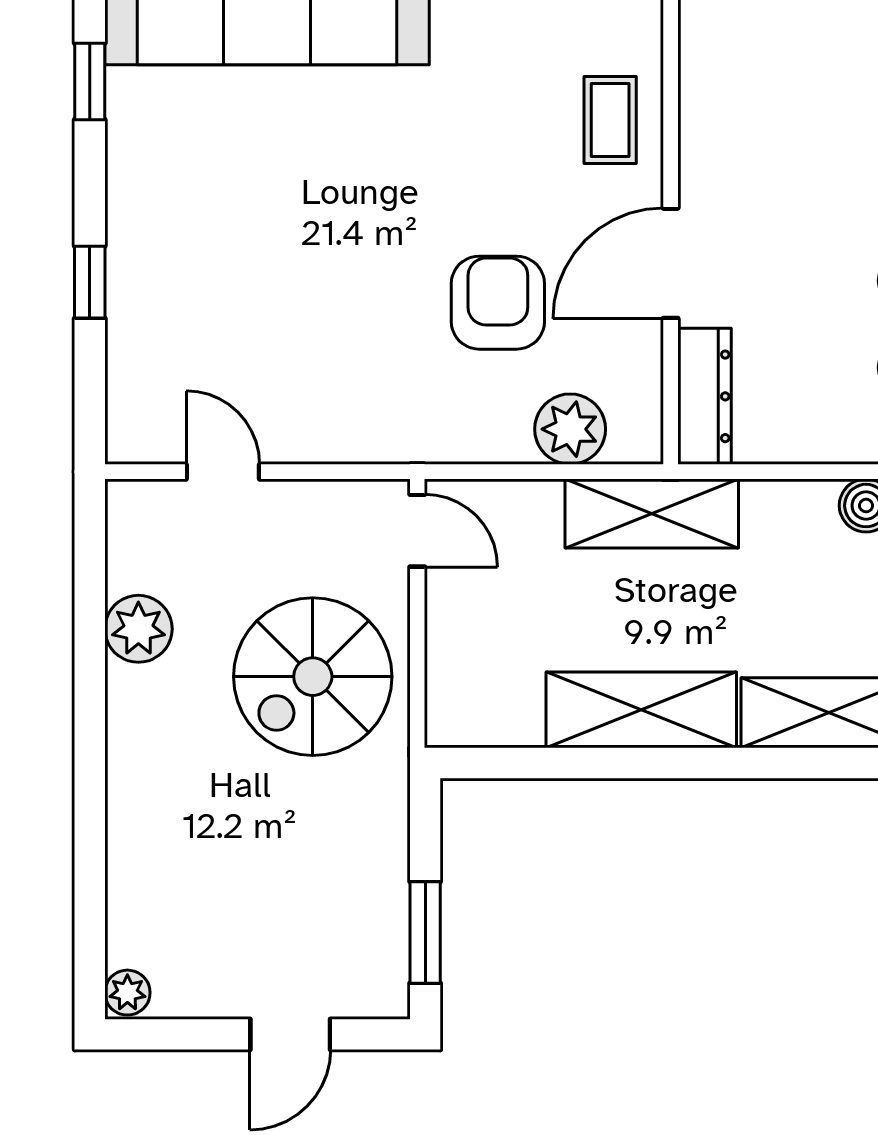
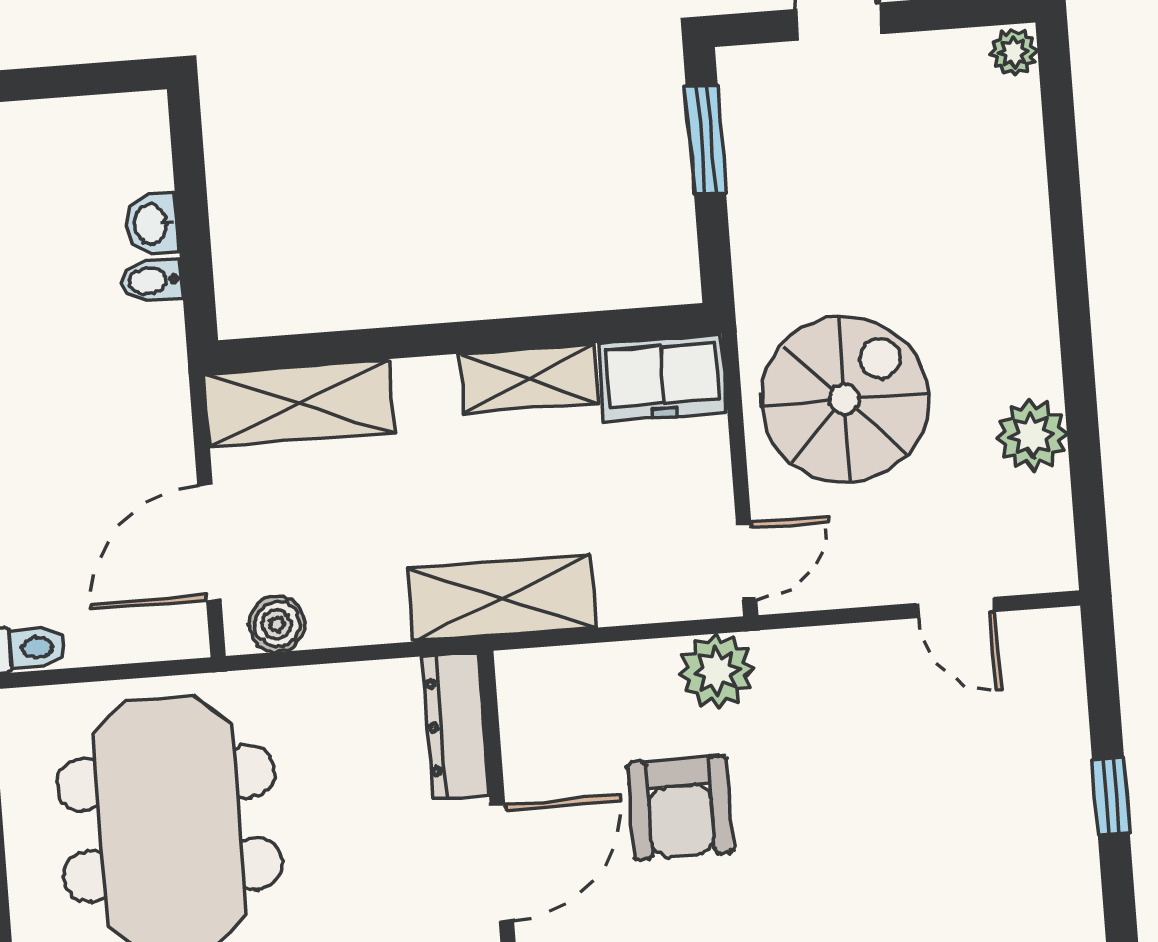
plant: (570, 429) -> (717, 671), moved
door: (417, 531) -> (747, 561), swing flipped
freezer: (484, 710) -> (662, 378), added
shelving: (641, 710) -> (529, 378), width x0.67, depth x0.75

